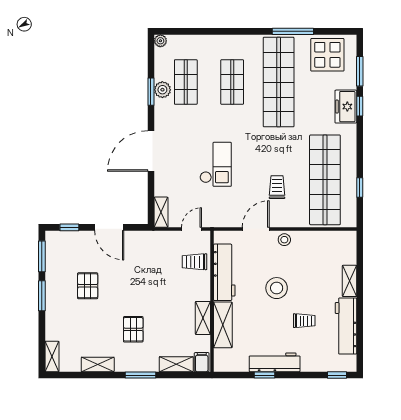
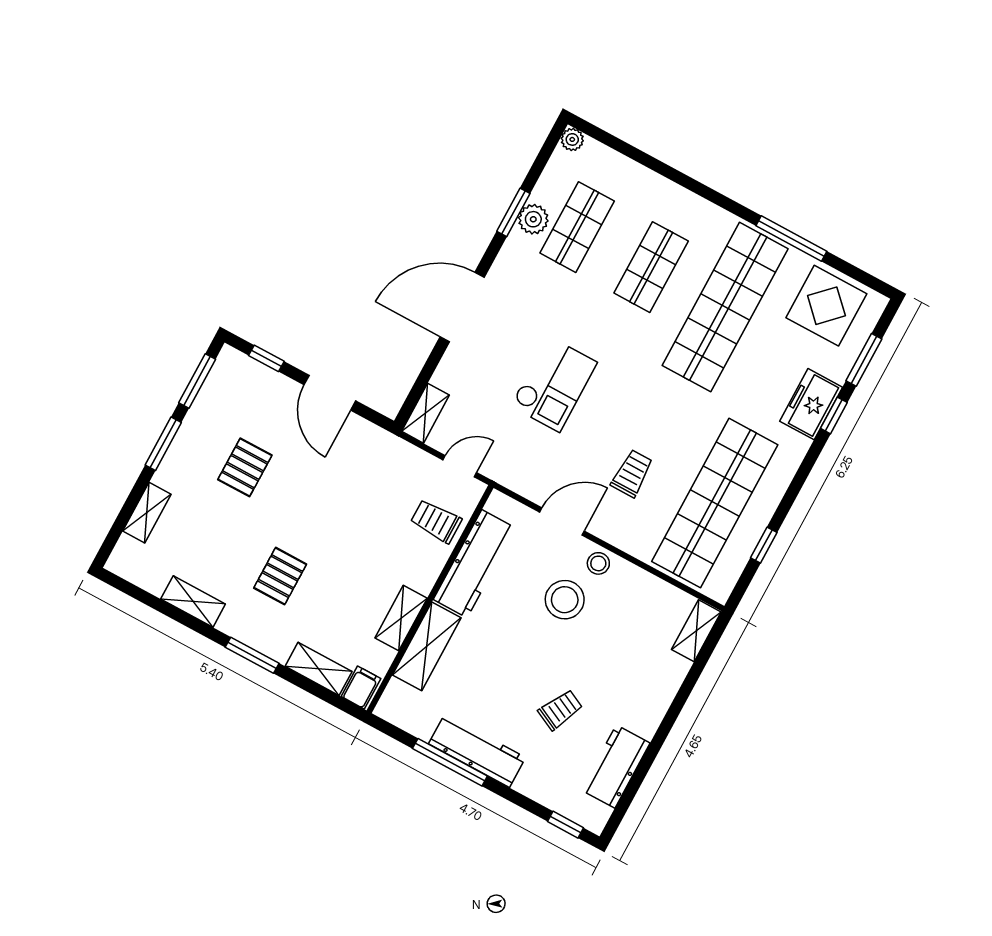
shelving: (349, 281) -> (696, 631), moved
stool: (277, 288) -> (565, 600), moved
trolley: (304, 321) -> (560, 710), turned -64
workbench: (346, 326) -> (616, 767), width x0.73
shelving: (52, 356) -> (147, 513), moved
window: (264, 375) -> (450, 762), width x2.17

